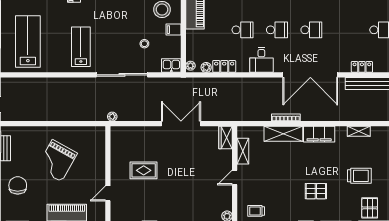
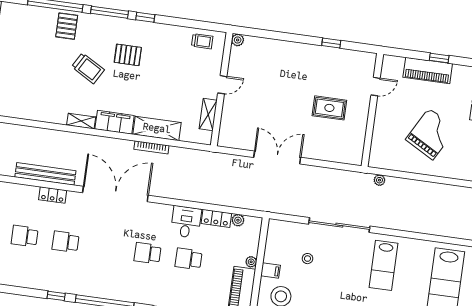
school desk: (311, 30) -> (66, 242), moved
desk: (261, 60) -> (186, 222), moved
kitchen sink: (171, 66) -> (279, 228), removed
plant: (190, 66) -> (251, 262), moved
plant: (112, 117) -> (379, 180), moved
double door: (181, 124) -> (277, 157), swing flipped
shelving: (359, 131) -> (81, 121), moved
wardrobe: (226, 137) -> (226, 134), removed
trolley: (359, 176) -> (88, 68), moved, turned -150

